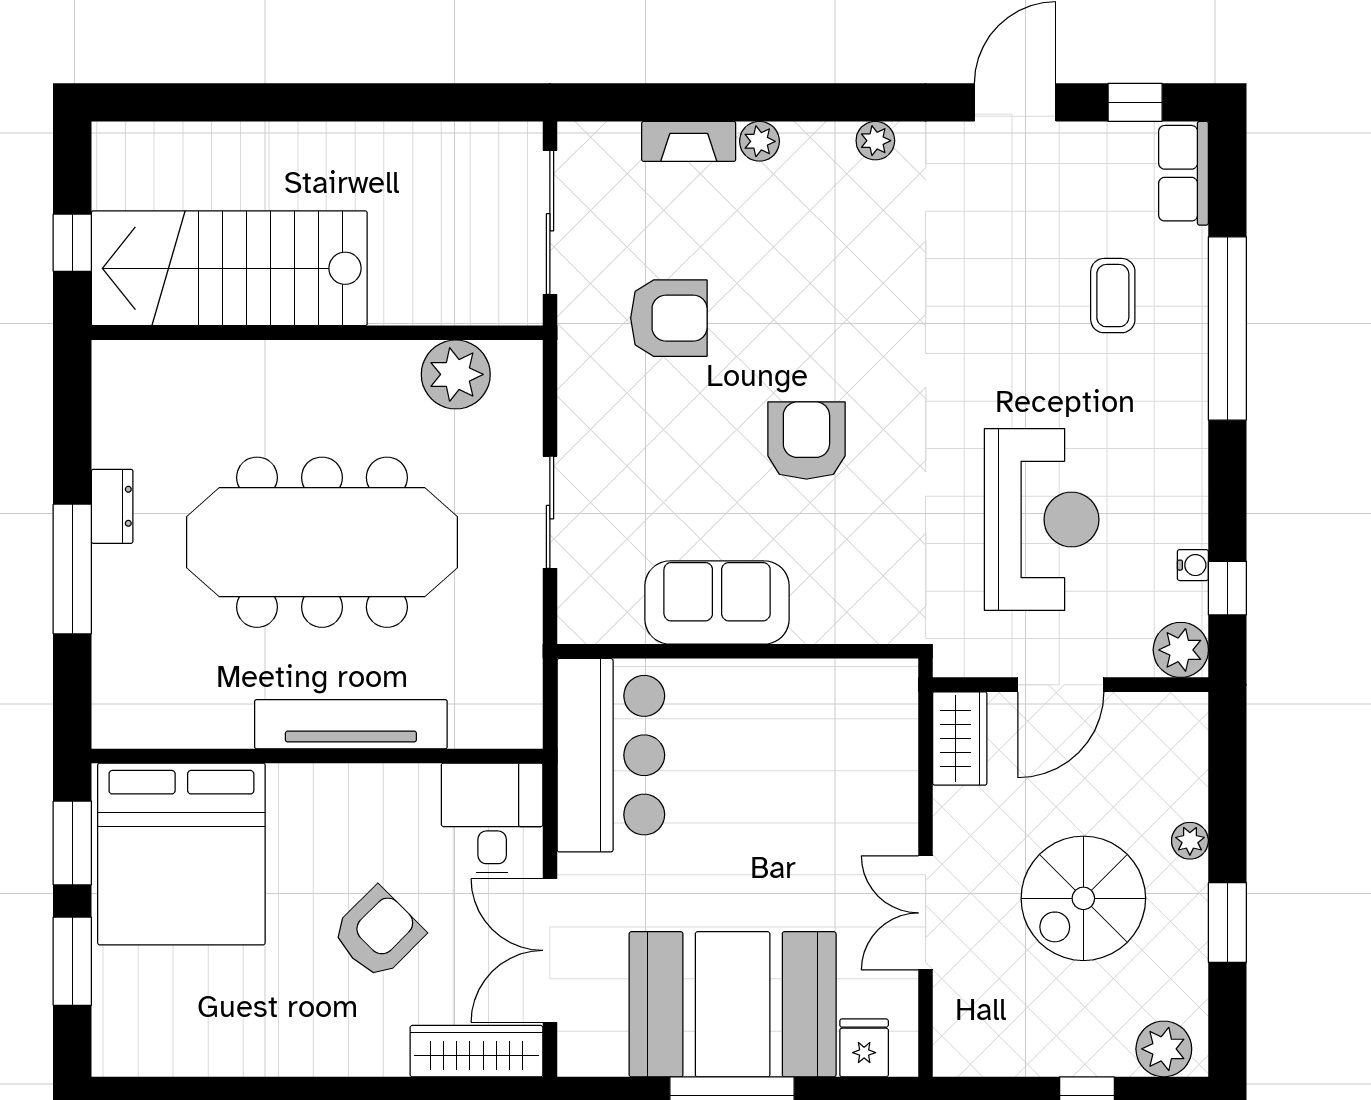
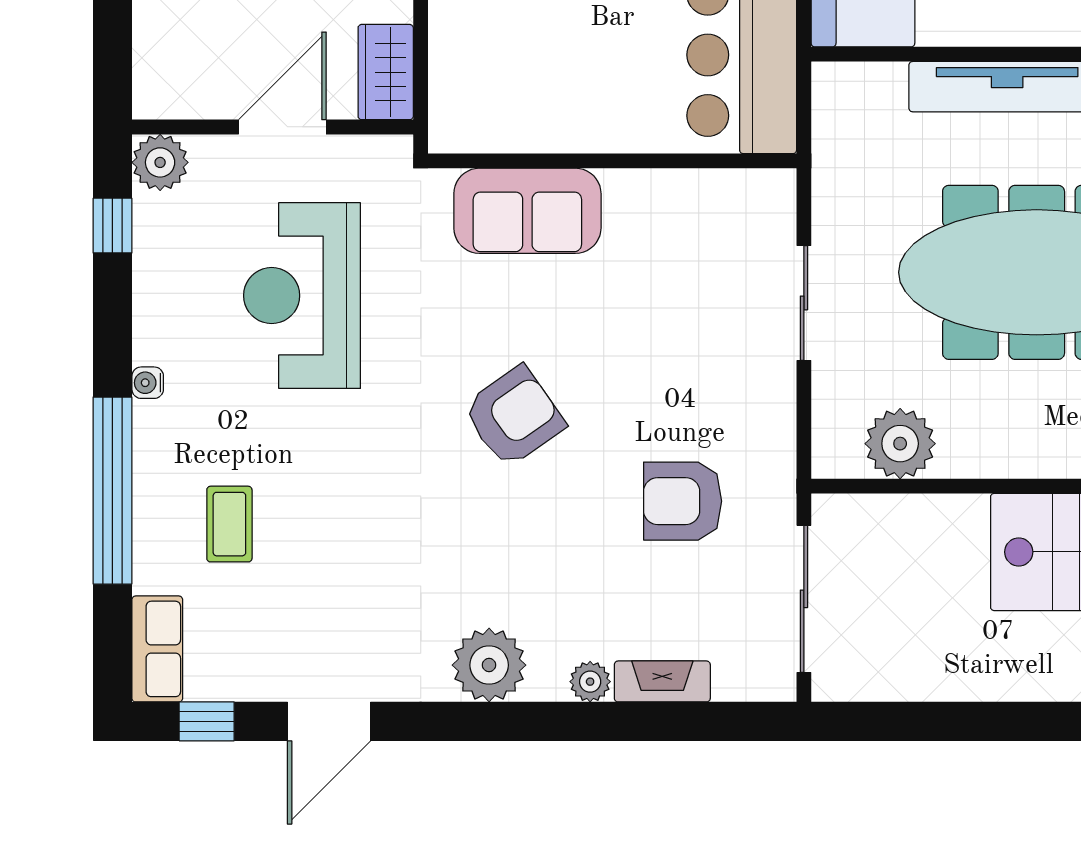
plant: (875, 141) -> (489, 665), width x1.88, depth x1.88
armchair: (806, 440) -> (514, 417), moved, turned -125
water cooler: (1193, 565) -> (148, 383), moved
sofa: (717, 603) -> (527, 211), moved

